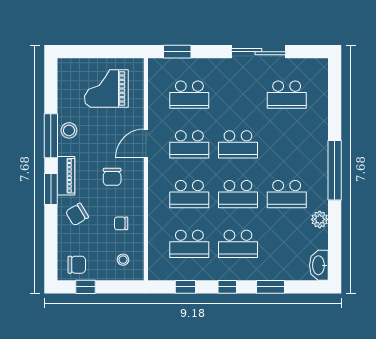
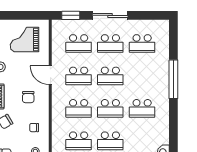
sliding door: (258, 52) -> (110, 15), moved
school desk: (238, 95) -> (110, 44), added
door: (146, 143) -> (50, 75), hinge flipped
window: (335, 170) -> (173, 79), moved
plant: (320, 219) -> (164, 125), removed

